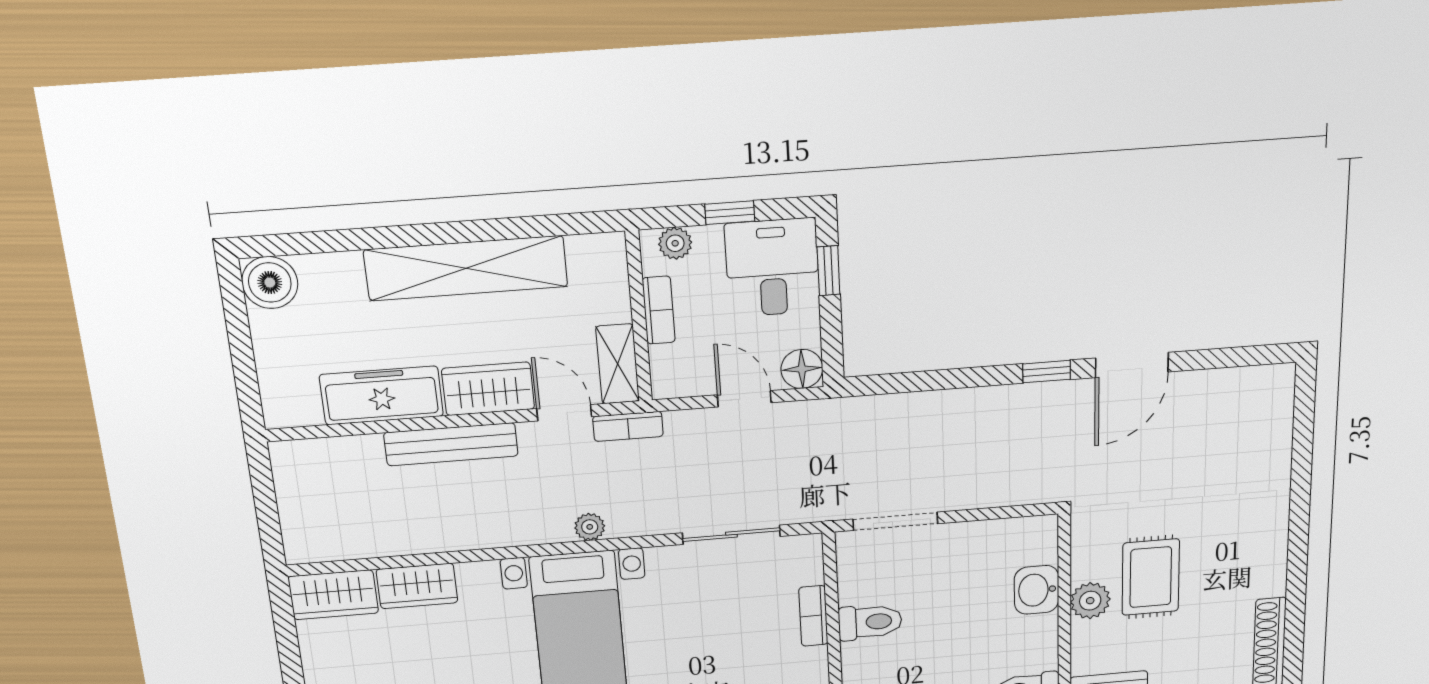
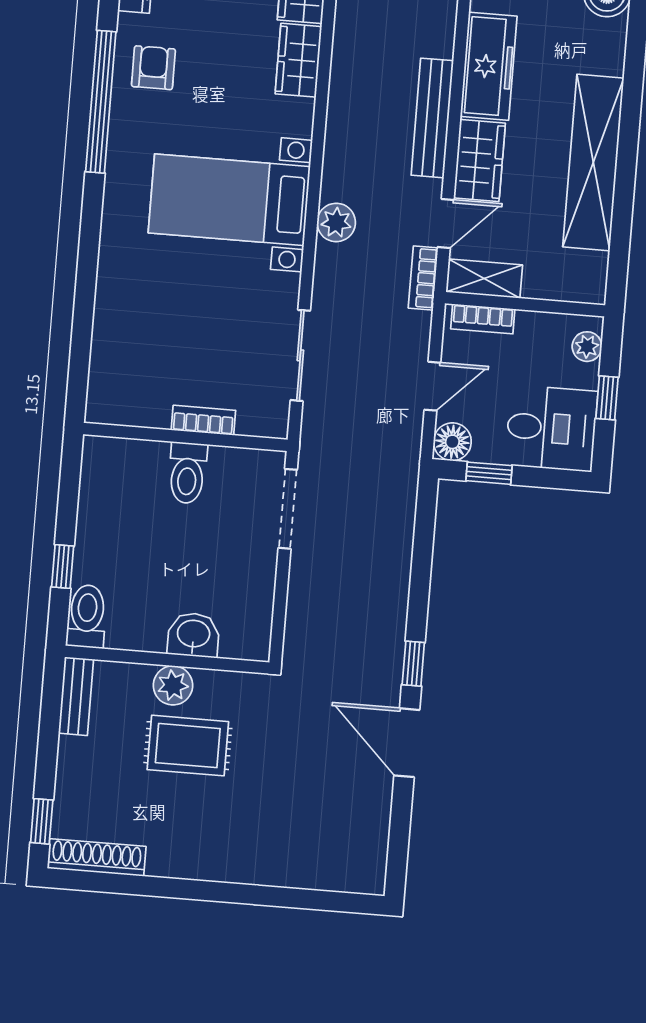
window: (829, 271) -> (489, 473), moved
bookcase: (659, 310) -> (483, 319), moved
plant: (590, 527) -> (336, 222), width x1.38, depth x1.38

